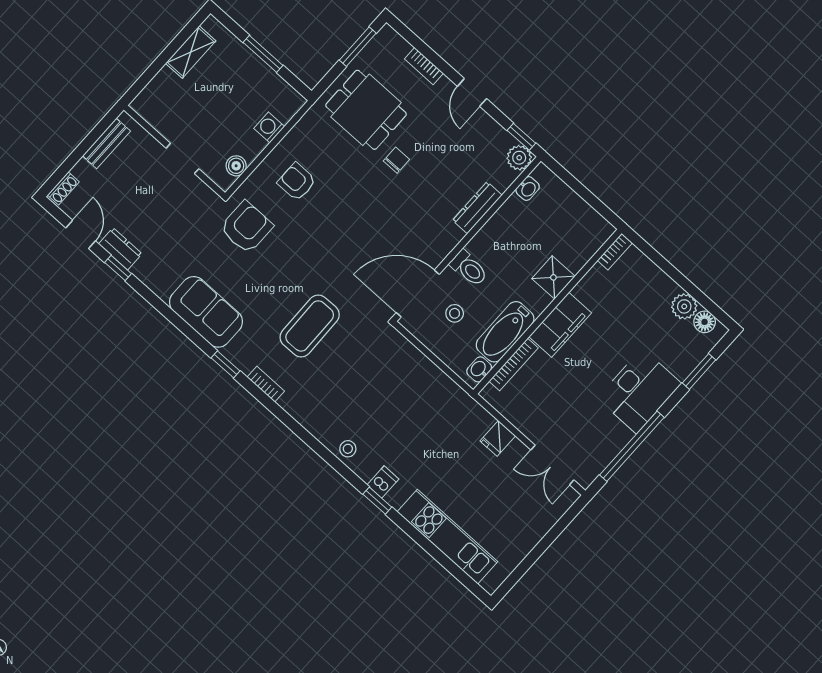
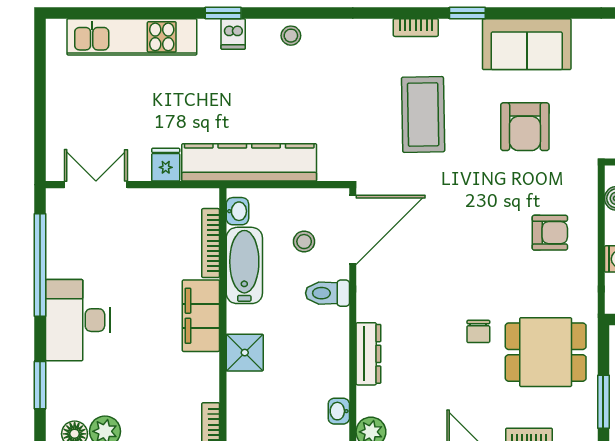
armchair: (246, 227) -> (525, 127), moved
kitchen counter: (445, 393) -> (249, 162), added

